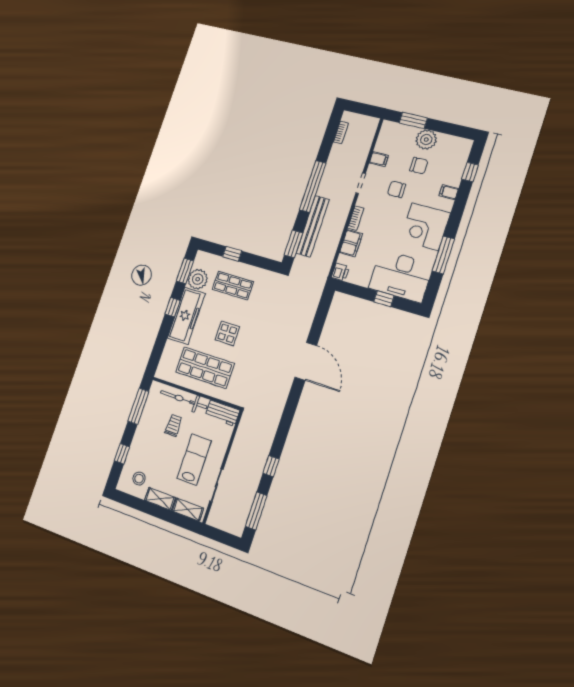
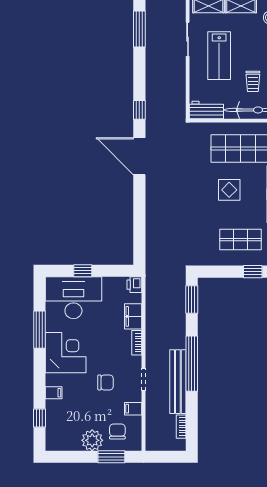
chair: (419, 166) -> (117, 432), moved, turned 90
bench: (313, 226) -> (178, 382), moved
door: (306, 361) -> (139, 156), moved
window: (271, 466) -> (139, 110), moved

